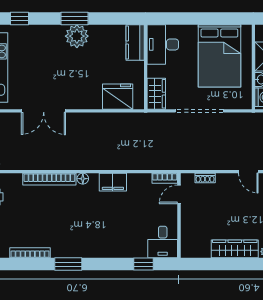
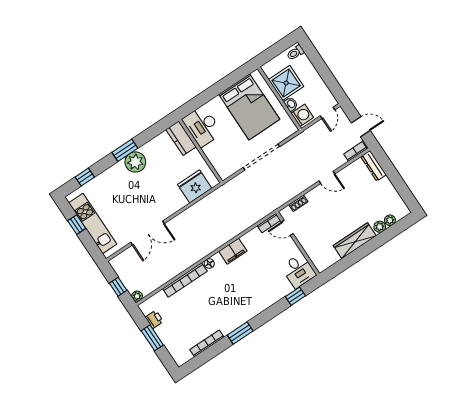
wardrobe: (156, 94) -> (222, 165), removed
door: (179, 194) -> (287, 228), hinge flipped

